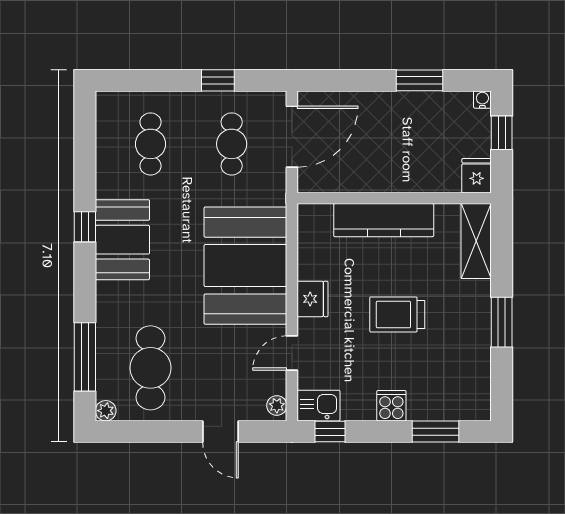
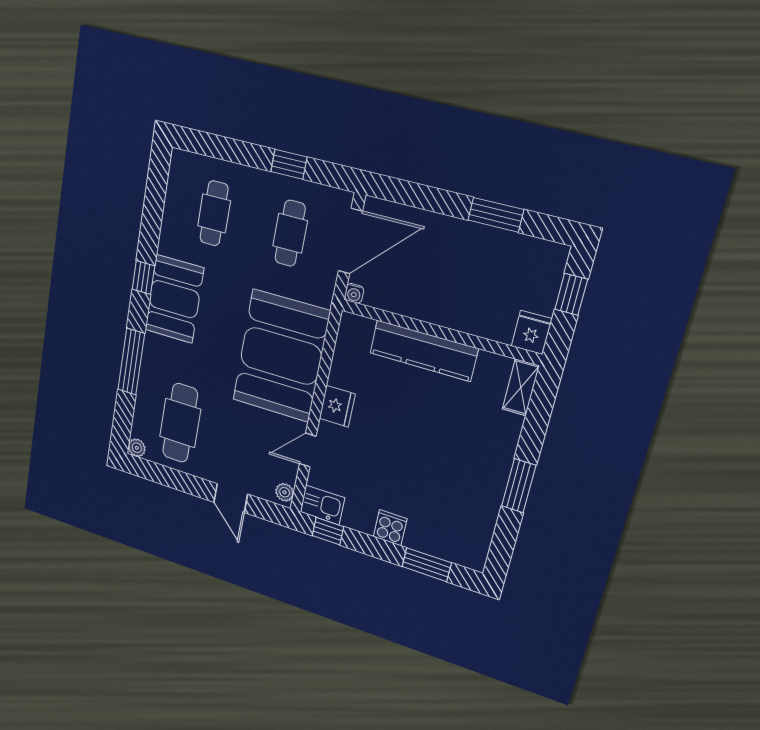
water cooler: (482, 100) -> (354, 293), moved, turned 180
shelving: (476, 241) -> (521, 387), width x0.67, depth x0.75
trolley: (397, 314) -> (416, 446), removed
window: (85, 357) -> (131, 362), moved

